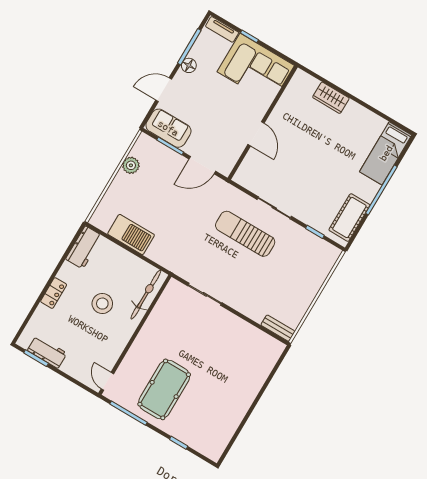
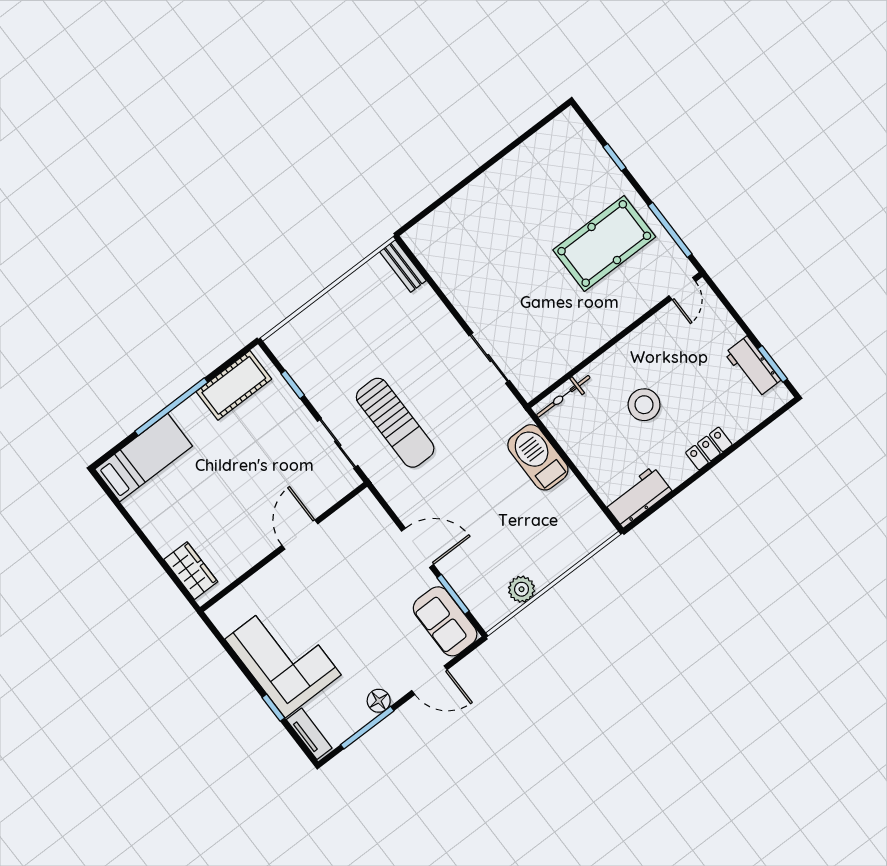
wall: (263, 123) -> (284, 547), moved
door: (256, 134) -> (300, 535), moved
barbecue: (131, 234) -> (538, 457), moved
bicycle: (146, 295) -> (563, 396), width x0.73, depth x0.71

